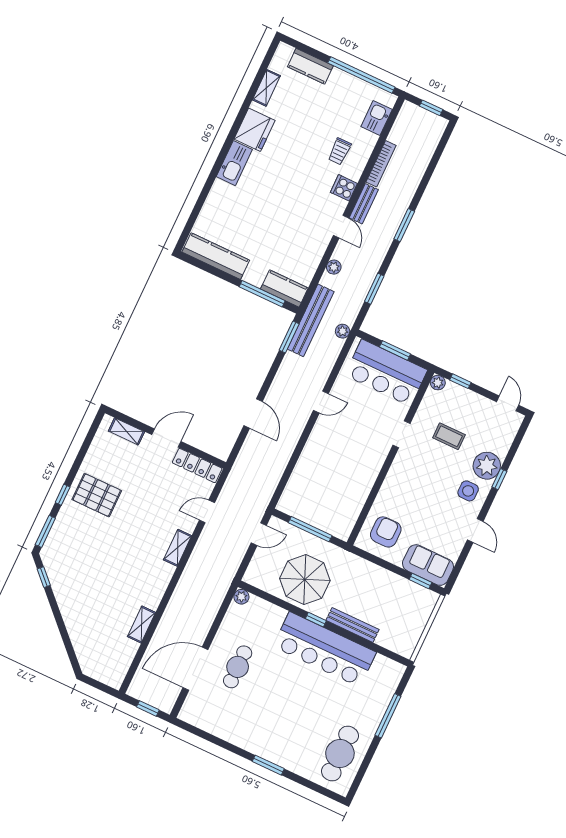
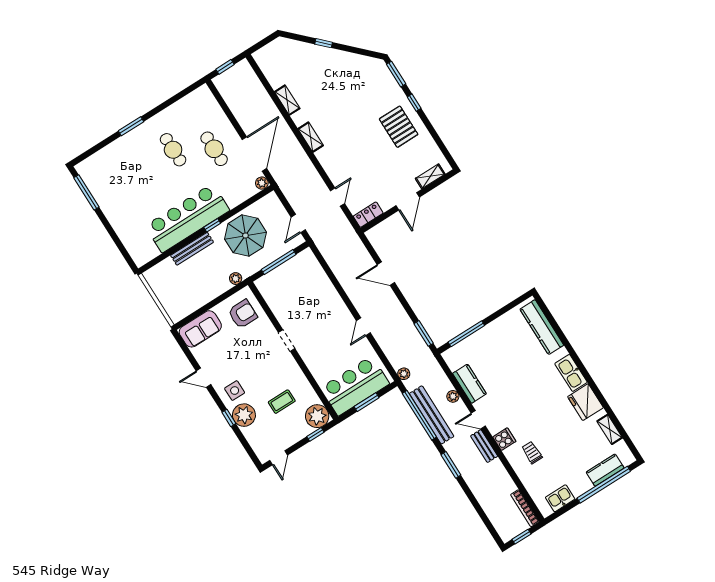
window: (361, 75) -> (604, 485), moved
kitchen sink: (377, 118) -> (560, 498), moved, turned -90
bookcase: (381, 164) -> (525, 508), moved
kitchen counter: (216, 256) -> (542, 327), moved, turned 90
kitchen counter: (284, 289) -> (469, 384), moved, turned -90
window: (374, 289) -> (419, 415), width x2.11
bench: (311, 320) -> (432, 415), moved
plant: (438, 383) -> (317, 416), width x1.88, depth x1.88
door: (508, 403) -> (279, 458), hinge flipped
doorway: (401, 434) -> (287, 341), moved
locker: (197, 466) -> (368, 215), width x0.66
pallet: (97, 495) -> (399, 127), turned 90
armchair: (386, 532) -> (243, 314), turned -90
shelving: (178, 548) -> (311, 137), moved
plant: (355, 562) -> (236, 279), added
window: (44, 577) -> (324, 43), moved
window: (420, 581) -> (192, 316), removed
door: (195, 669) -> (254, 154), moved
window: (388, 716) -> (86, 192), moved
cafe table: (340, 753) -> (173, 150), moved, width x0.73, depth x0.74

